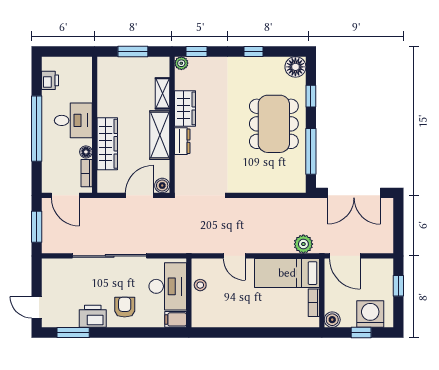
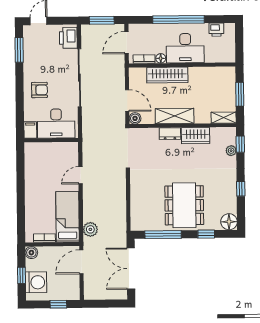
plant: (181, 63) -> (231, 151), moved
shelving: (162, 93) -> (224, 118), moved
desk: (73, 120) -> (185, 48), width x1.37
dining table: (274, 124) -> (184, 205), turned 90
stool: (200, 285) -> (57, 149), removed
printer: (93, 316) -> (68, 38), moved, turned 180

